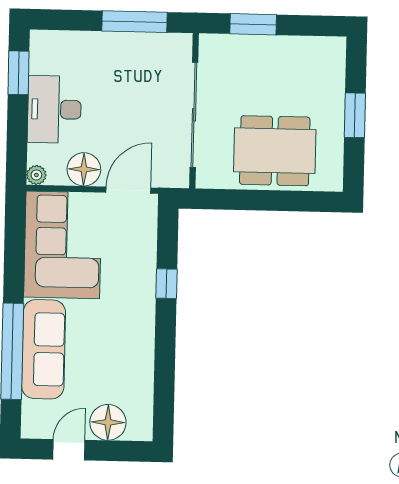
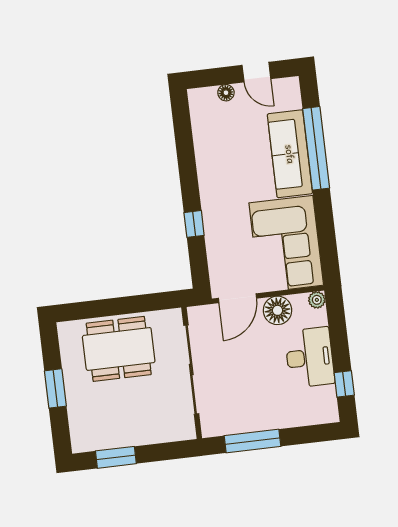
window: (253, 24) -> (116, 457), moved
window: (18, 73) -> (344, 384), width x0.67
floor lamp: (108, 422) -> (226, 93), width x0.53, depth x0.53
door: (69, 450) -> (256, 72), hinge flipped

